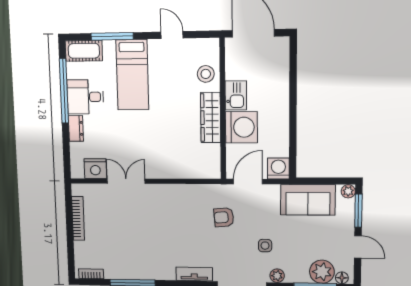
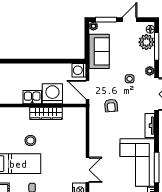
stool: (206, 74) -> (30, 141), moved
double door: (126, 181) -> (87, 170), swing flipped
corner sofa: (139, 255) -> (137, 162), added

